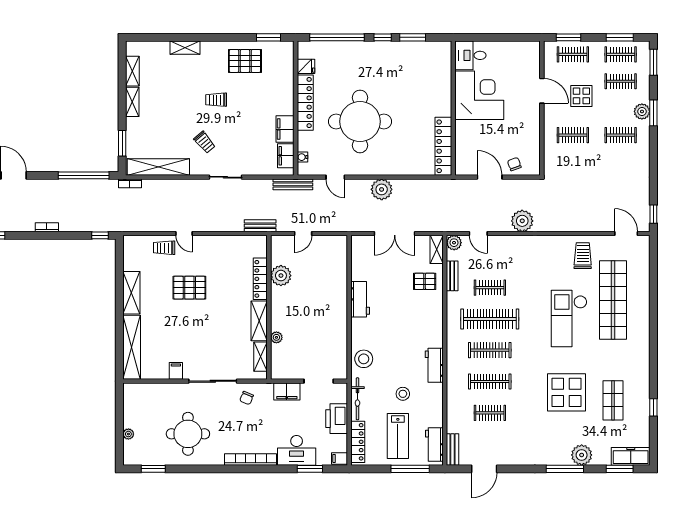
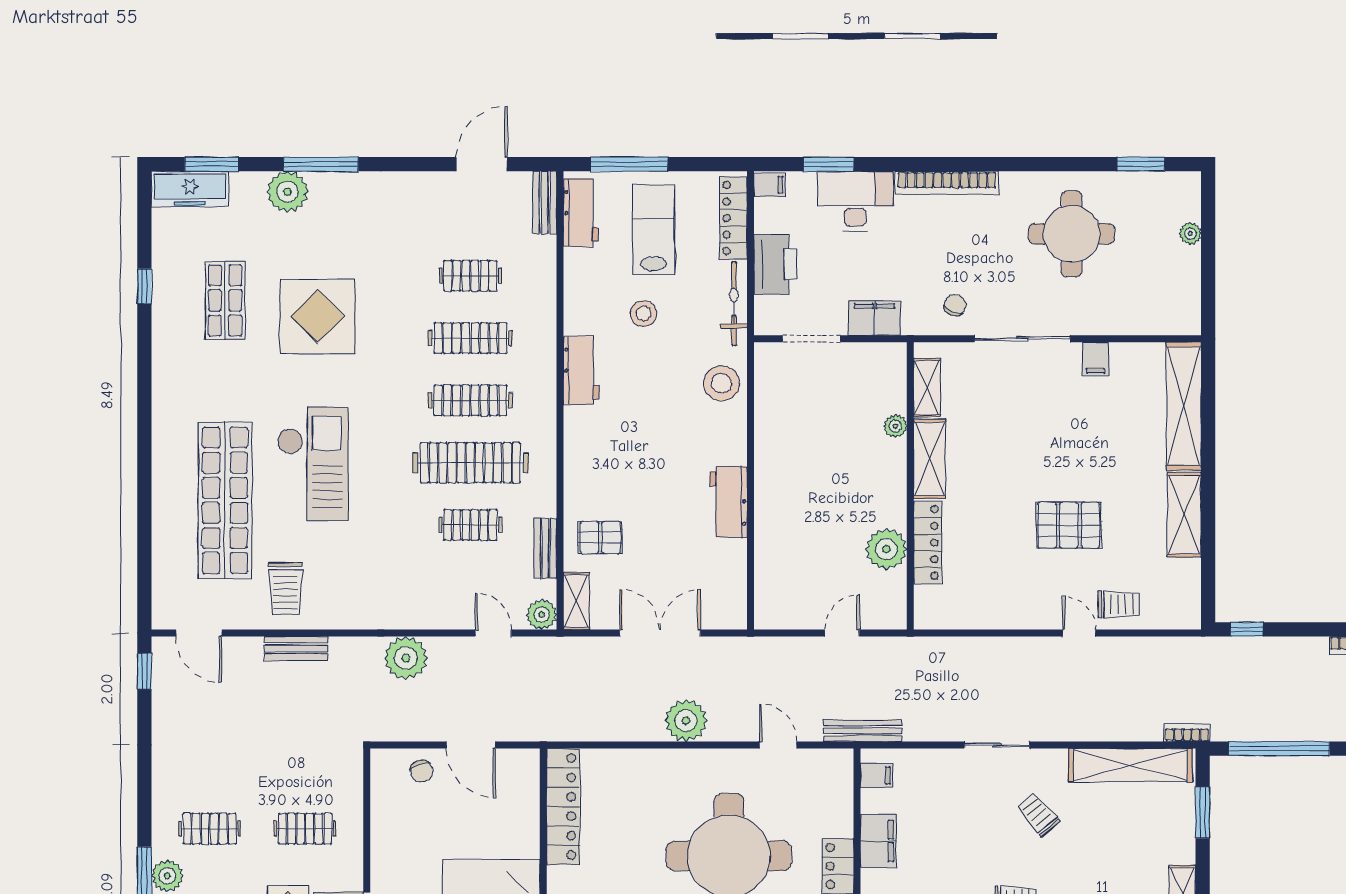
filing cabinet: (286, 156) -> (877, 775), width x0.50
water cooler: (302, 157) -> (844, 785), removed
bench: (260, 226) -> (296, 648), moved

